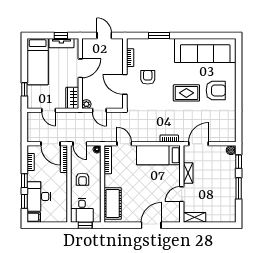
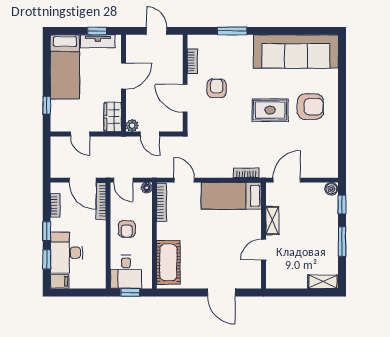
shelving: (195, 217) -> (323, 282), moved
door: (151, 225) -> (221, 292), swing flipped

